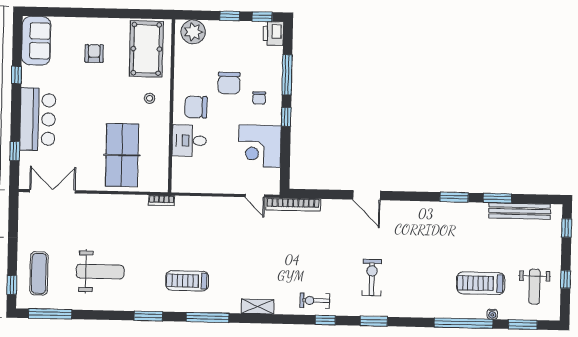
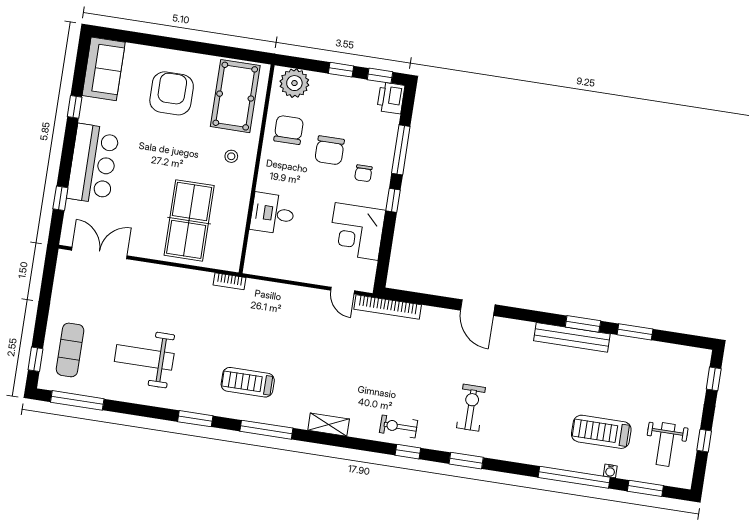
armchair: (94, 53) -> (172, 93), width x1.88, depth x1.88
chair: (196, 107) -> (289, 130), moved, turned 90
bench: (520, 211) -> (572, 337), moved
weight bench: (100, 272) -> (144, 357), turned 180

